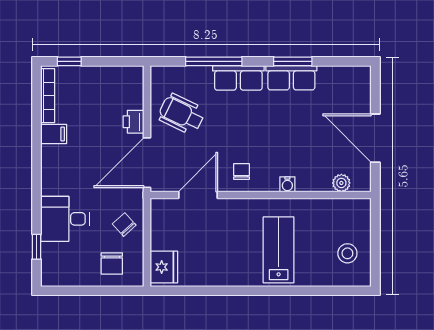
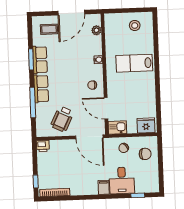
coffee table: (347, 96) -> (49, 29), added
printer: (134, 122) -> (43, 146), moved
filing cabinet: (54, 134) -> (104, 187), moved
kitchen sink: (162, 215) -> (117, 127), added

